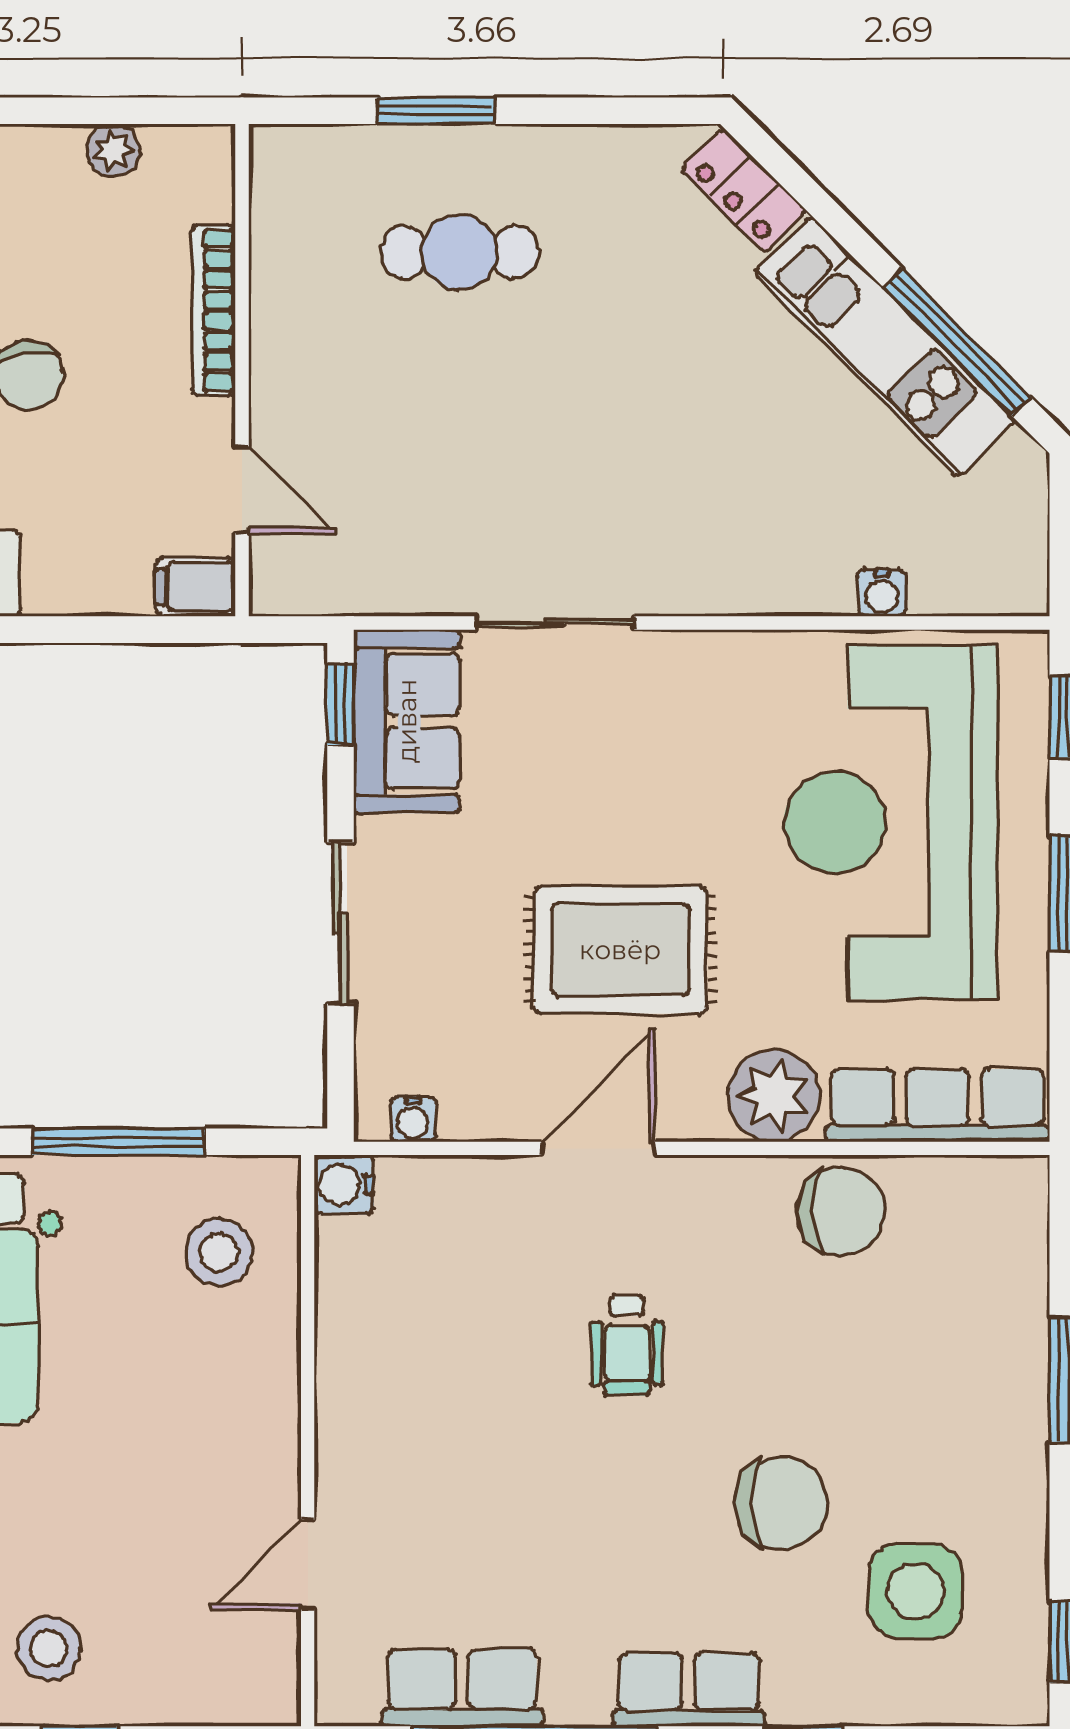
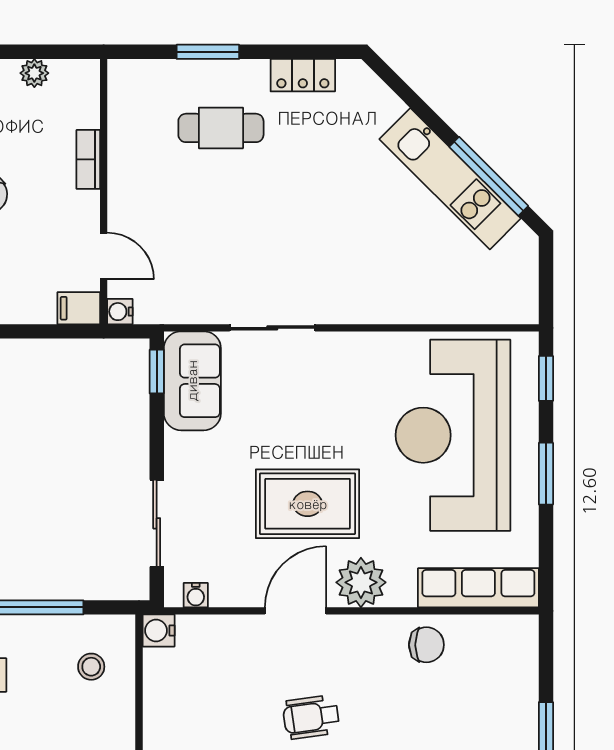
locker: (744, 190) -> (303, 75), moved, turned -45
bookcase: (214, 311) -> (88, 159), width x0.64
water cooler: (882, 593) -> (120, 312), moved, turned 90
sliding door: (340, 923) -> (157, 523), moved
plant: (774, 1096) -> (361, 582), moved
chair: (841, 1211) -> (426, 645), width x0.73, depth x0.73
stool: (219, 1252) -> (91, 667), width x0.73, depth x0.73
wheelchair: (627, 1345) -> (311, 717), turned 82

